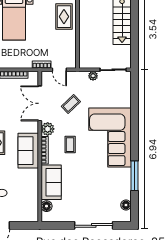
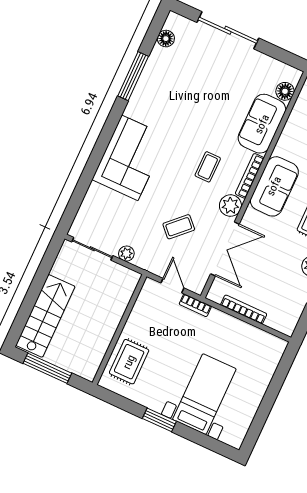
corner sofa: (110, 138) -> (130, 158), width x0.73, depth x0.74

